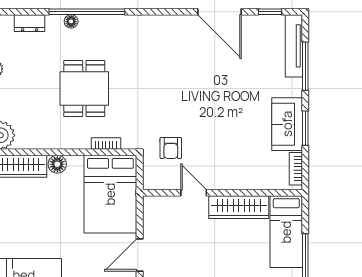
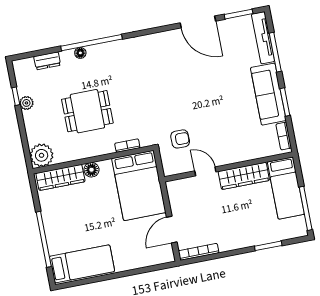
window: (270, 12) -> (239, 14), width x1.50
dining table: (84, 89) -> (87, 111), moved, turned 90
sofa: (287, 124) -> (268, 94), width x1.36
armchair: (171, 148) -> (180, 139), turned -90

